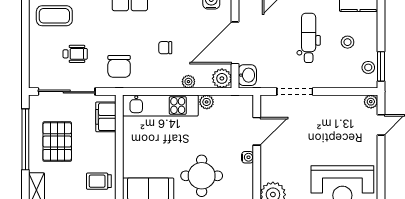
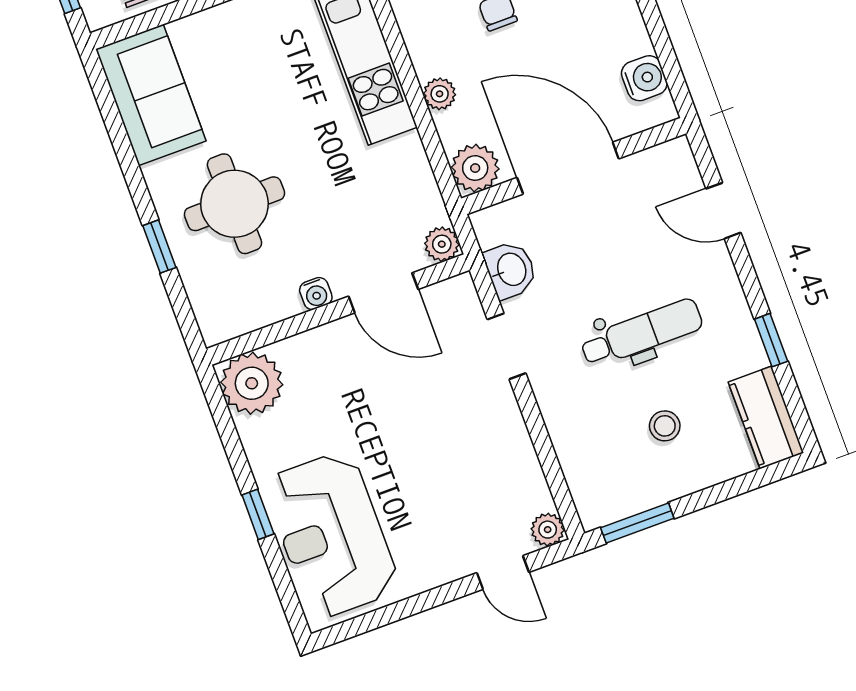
stool: (368, 67) -> (624, 495), removed
washbasin: (247, 75) -> (511, 270), moved, turned -90
doorway: (295, 92) -> (507, 346), width x0.73
plant: (207, 102) -> (442, 244), moved

